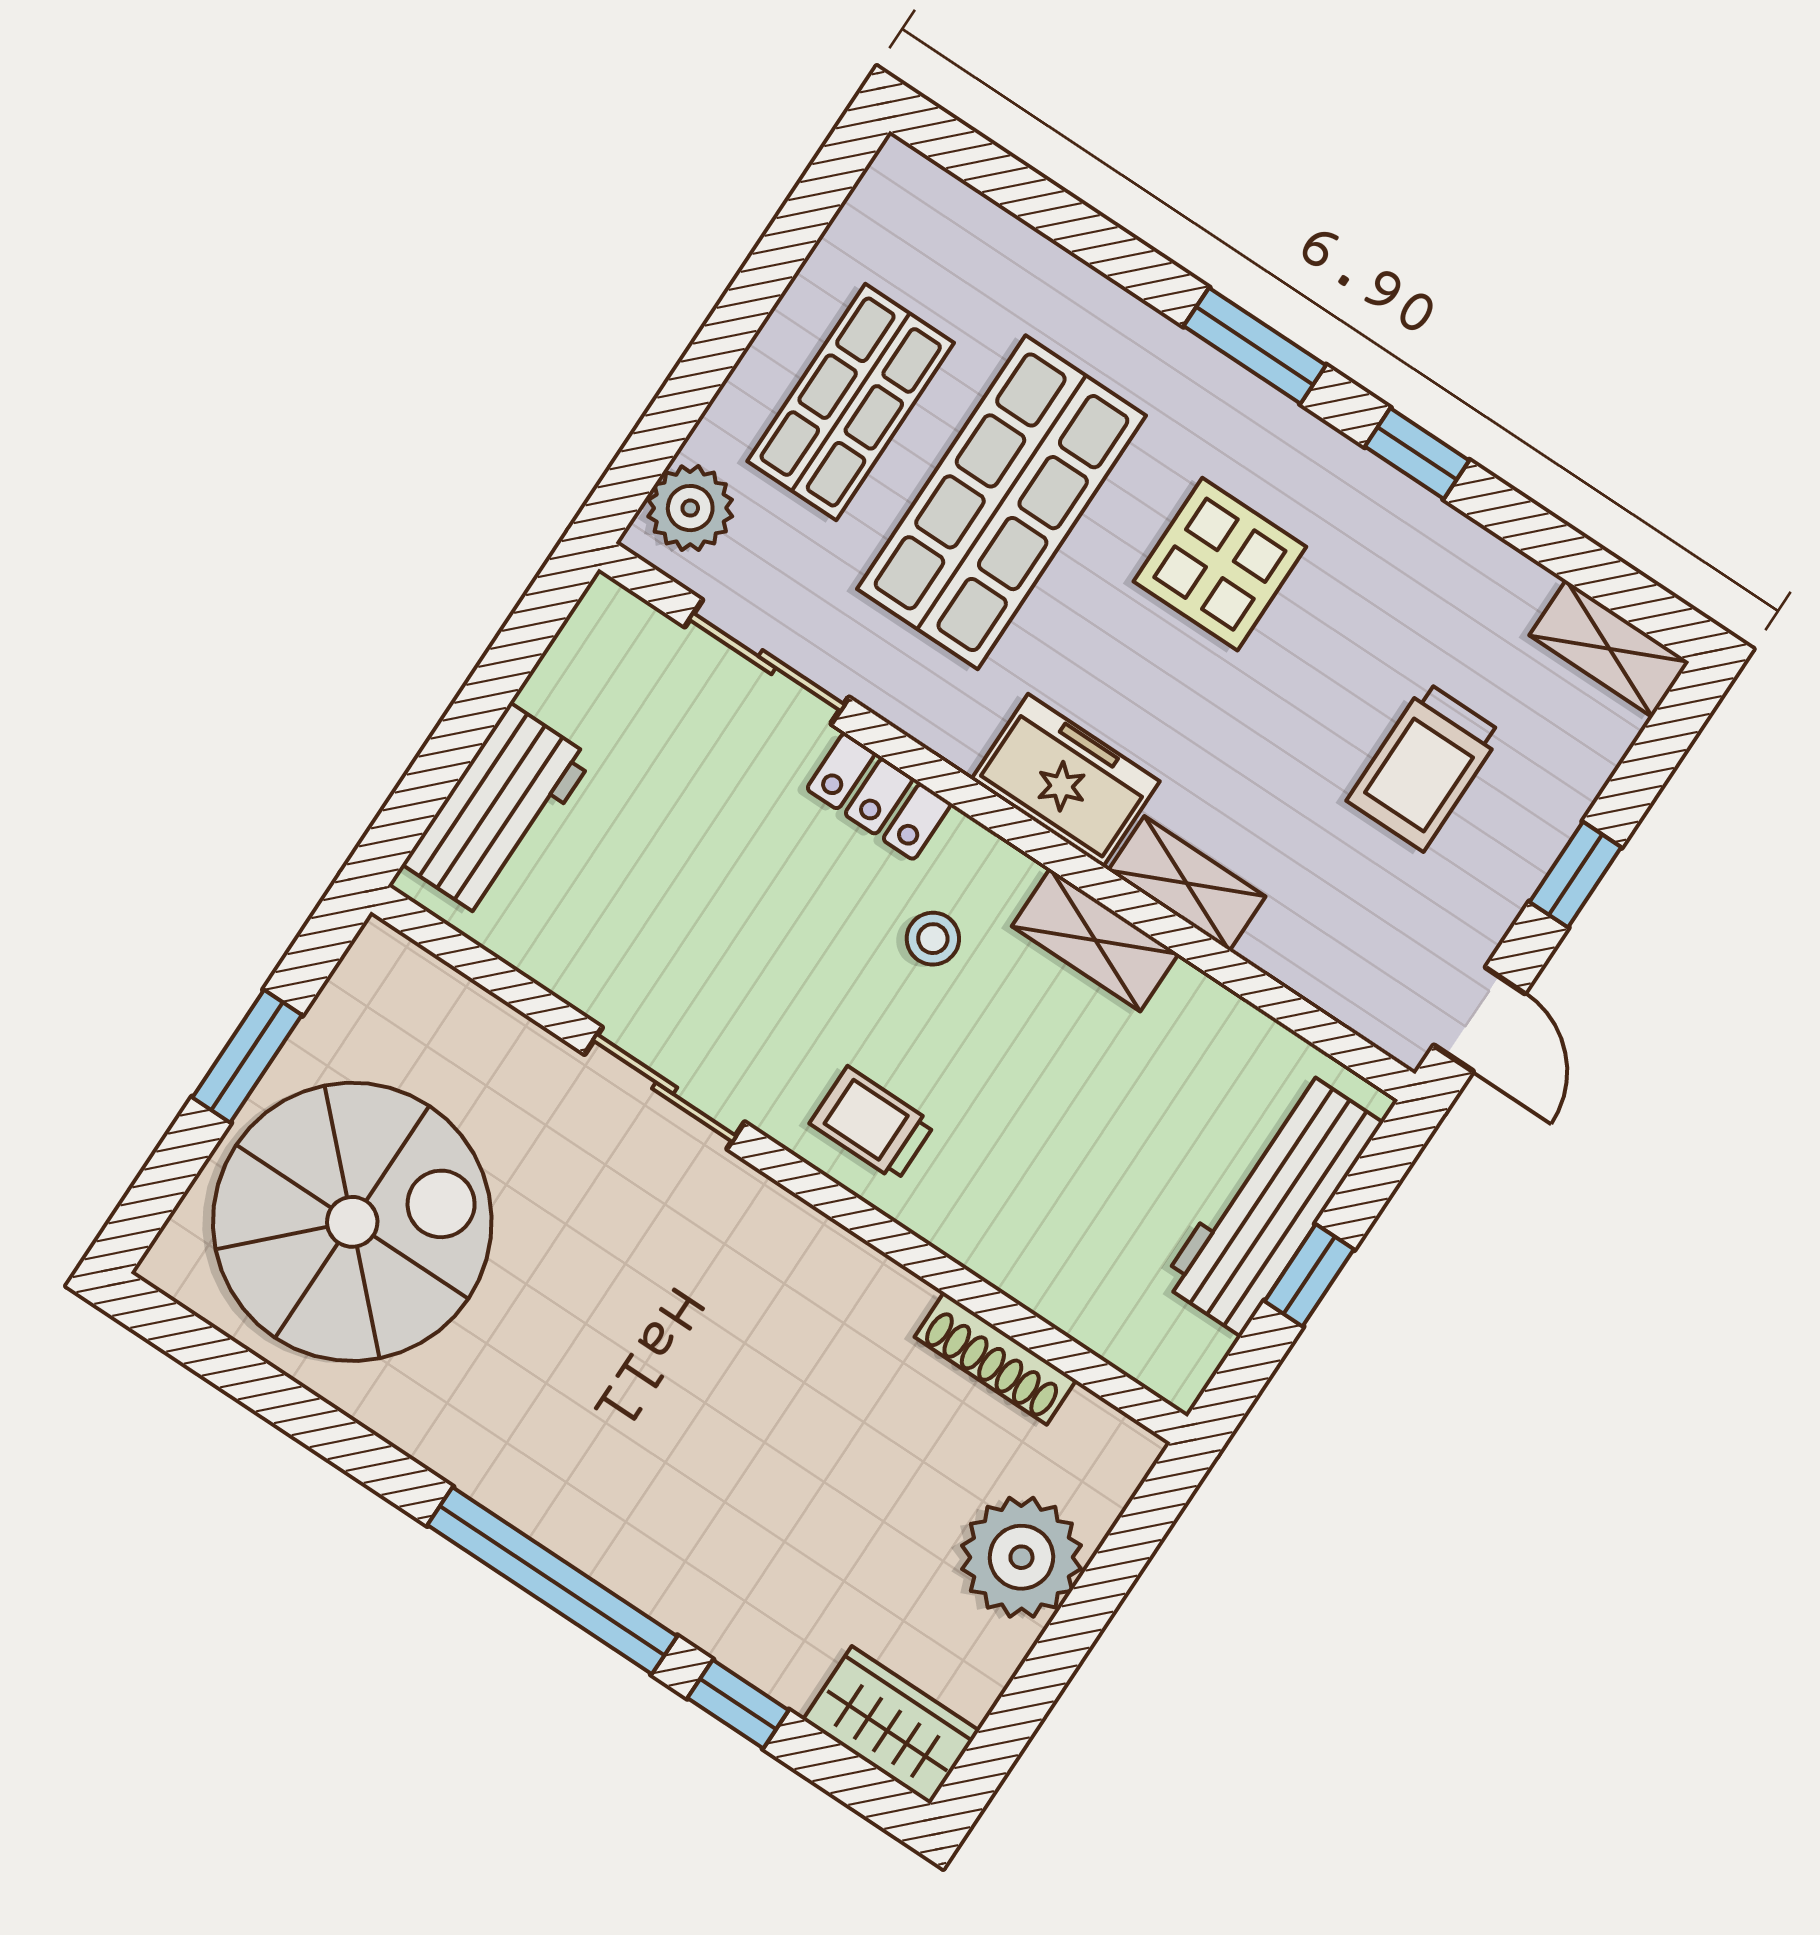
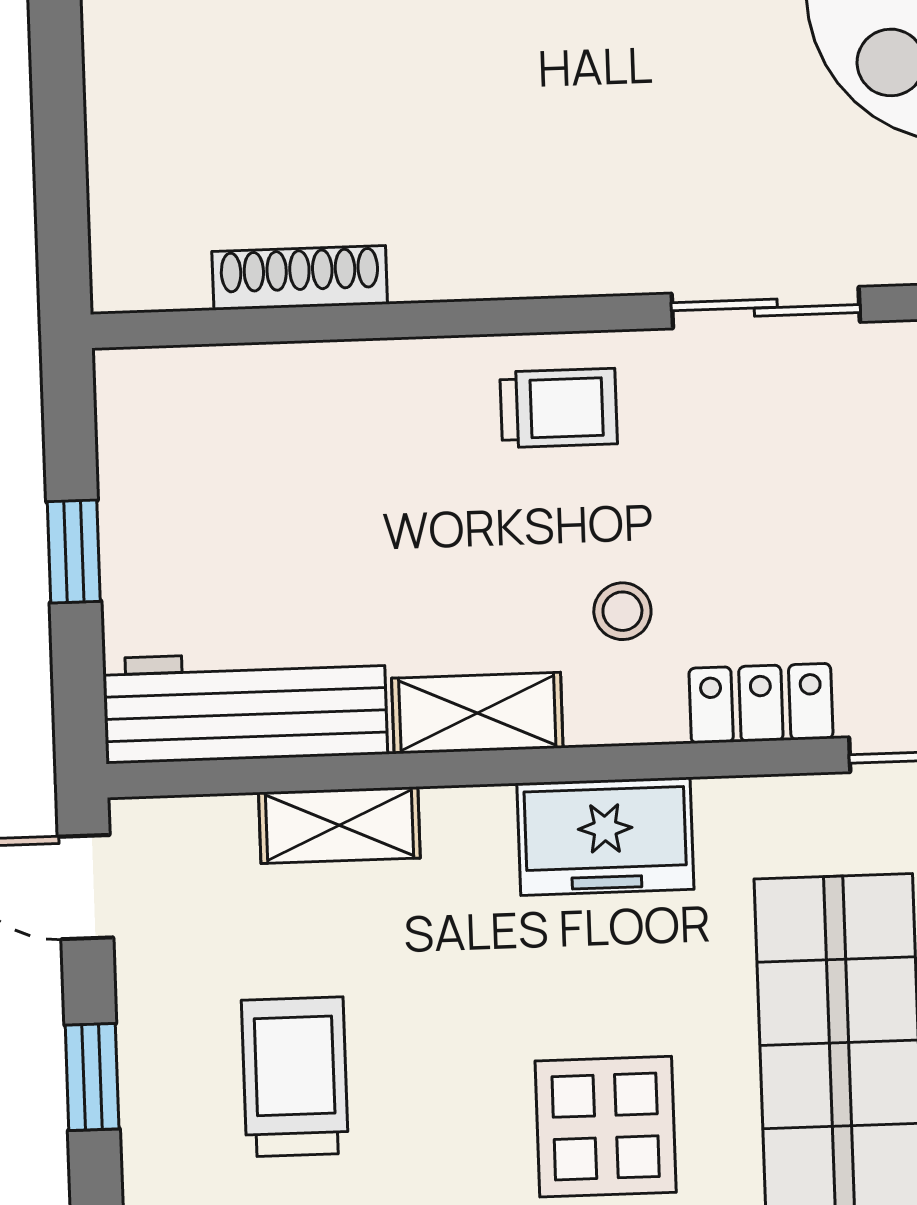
shelving: (1187, 883) -> (339, 825), moved
workbench: (1272, 1203) -> (245, 706), moved, turned -90
plant: (1021, 1557) -> (150, 118), removed

